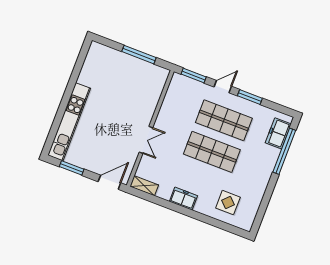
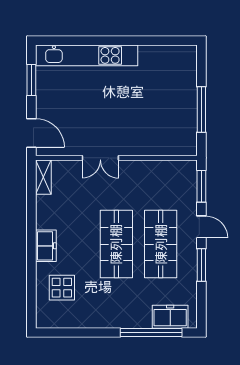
freezer: (183, 199) -> (46, 246), moved

